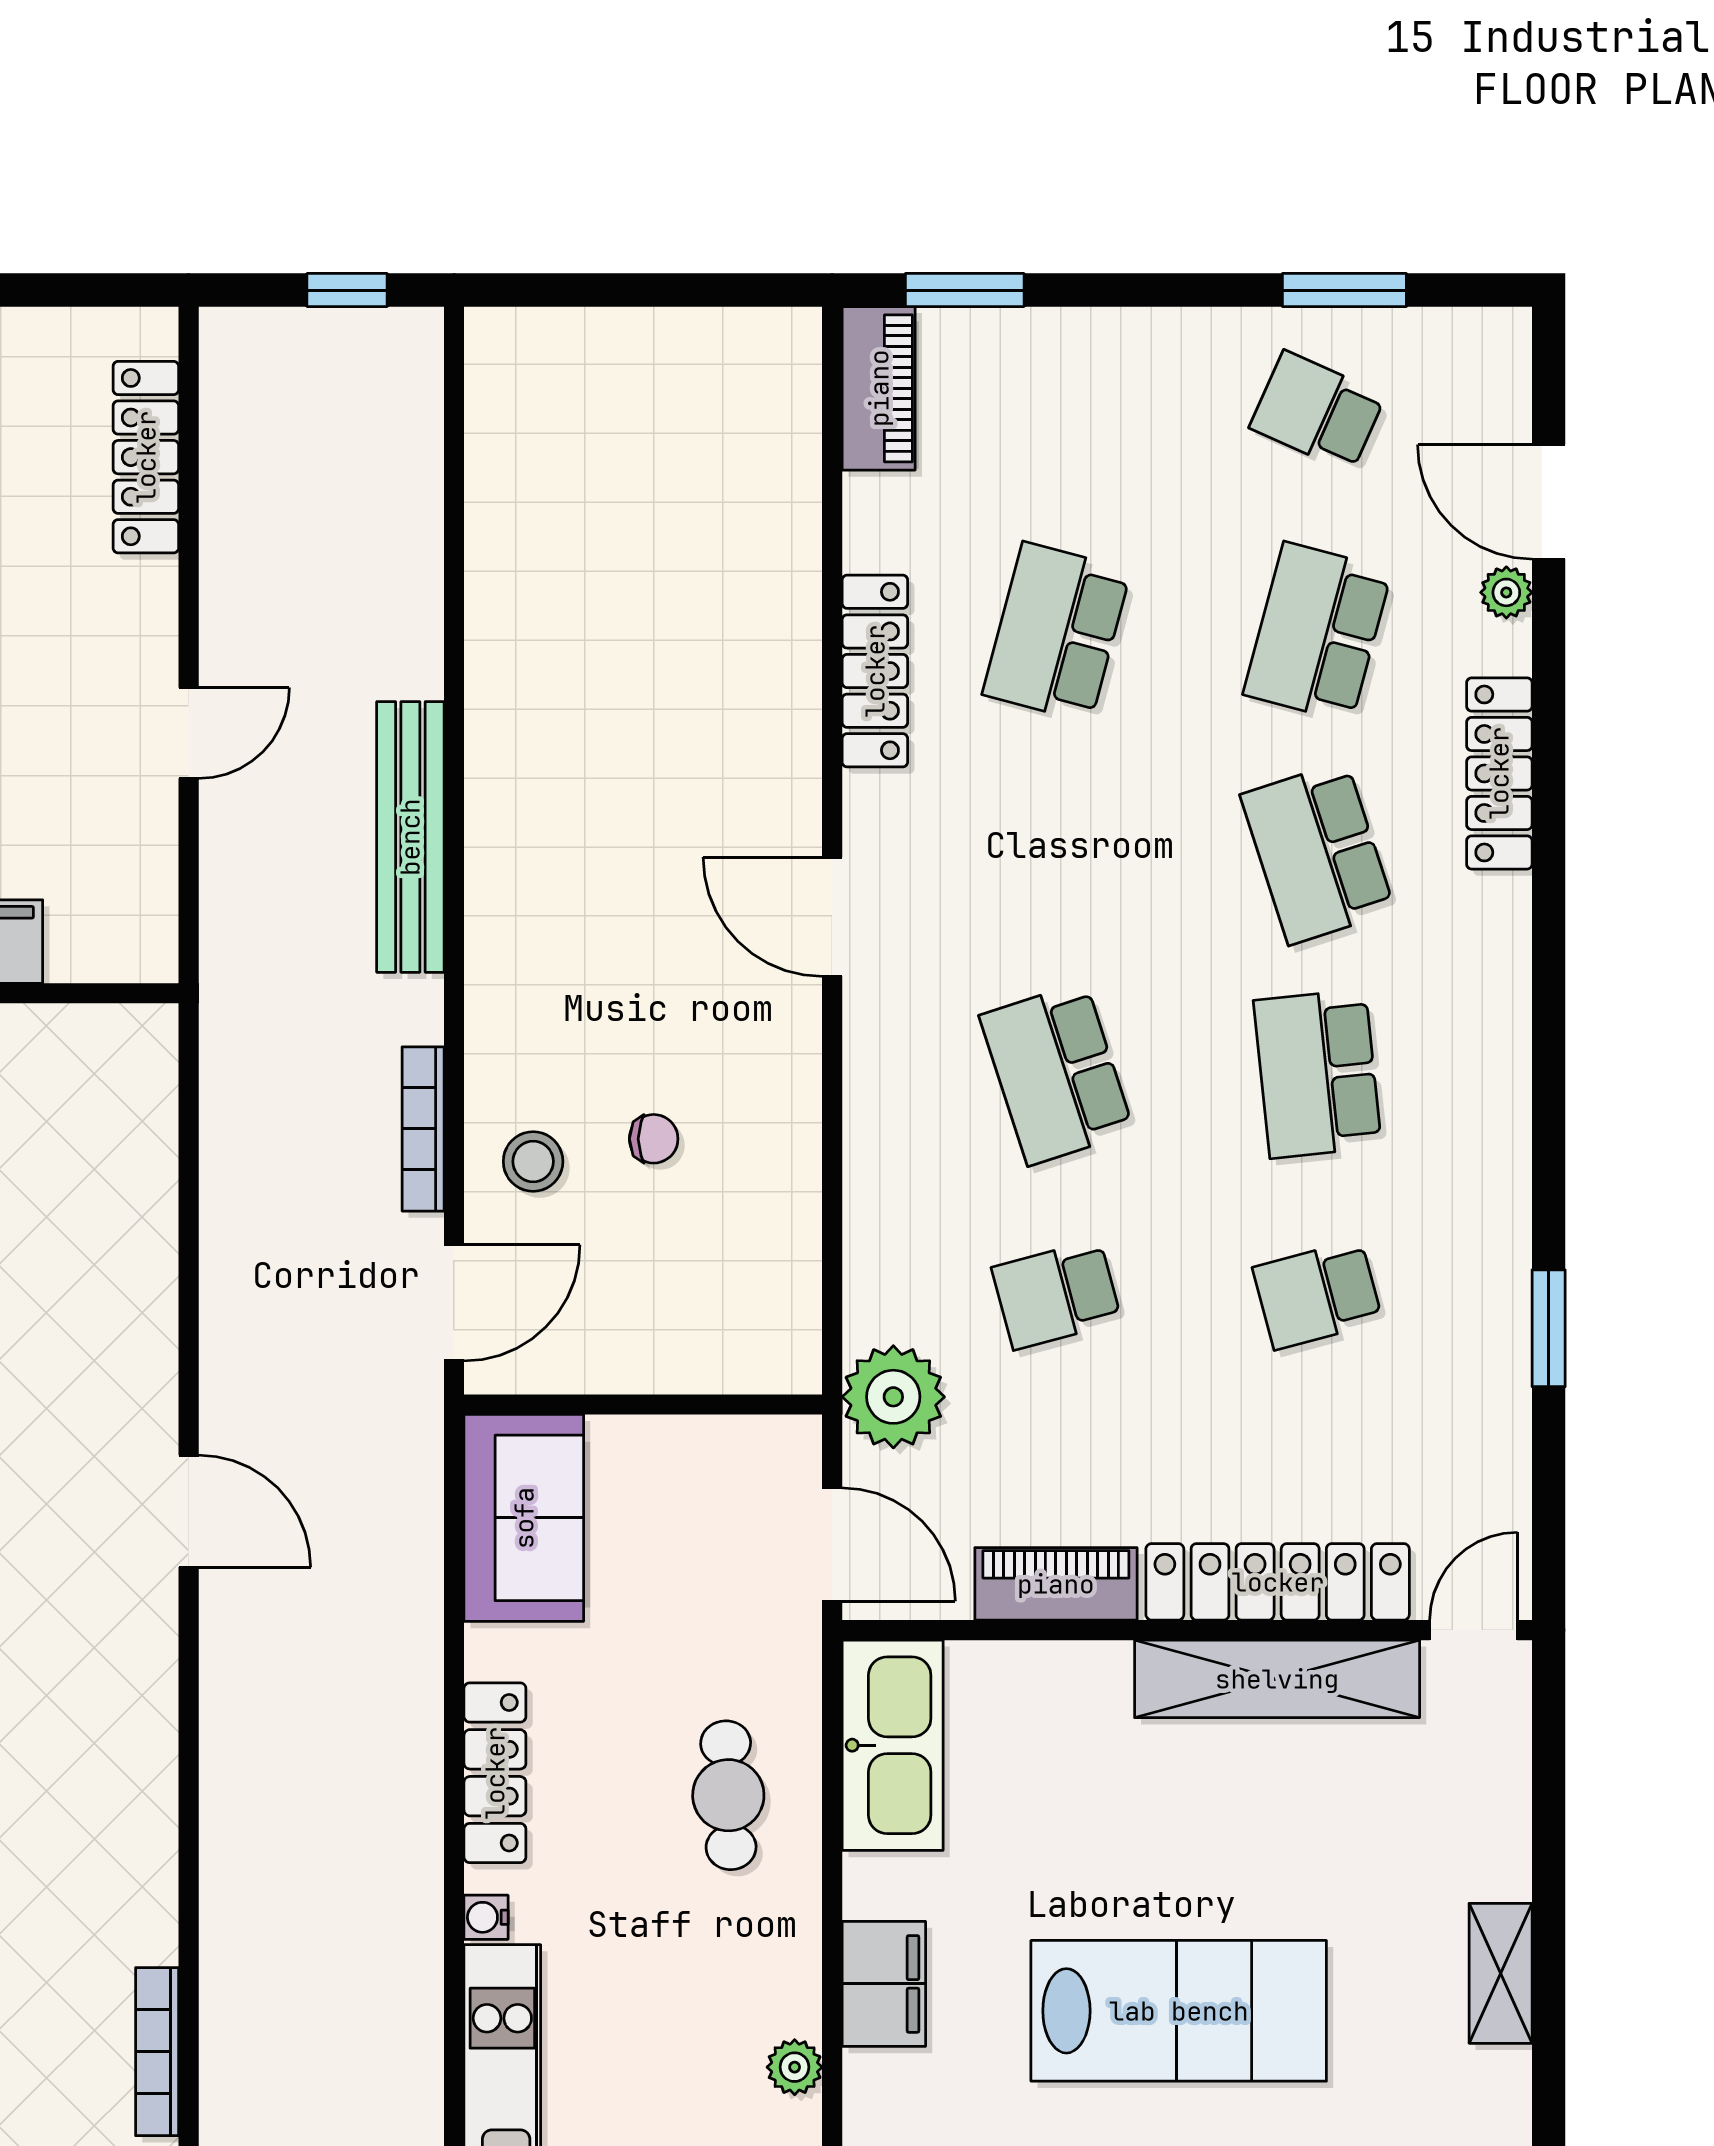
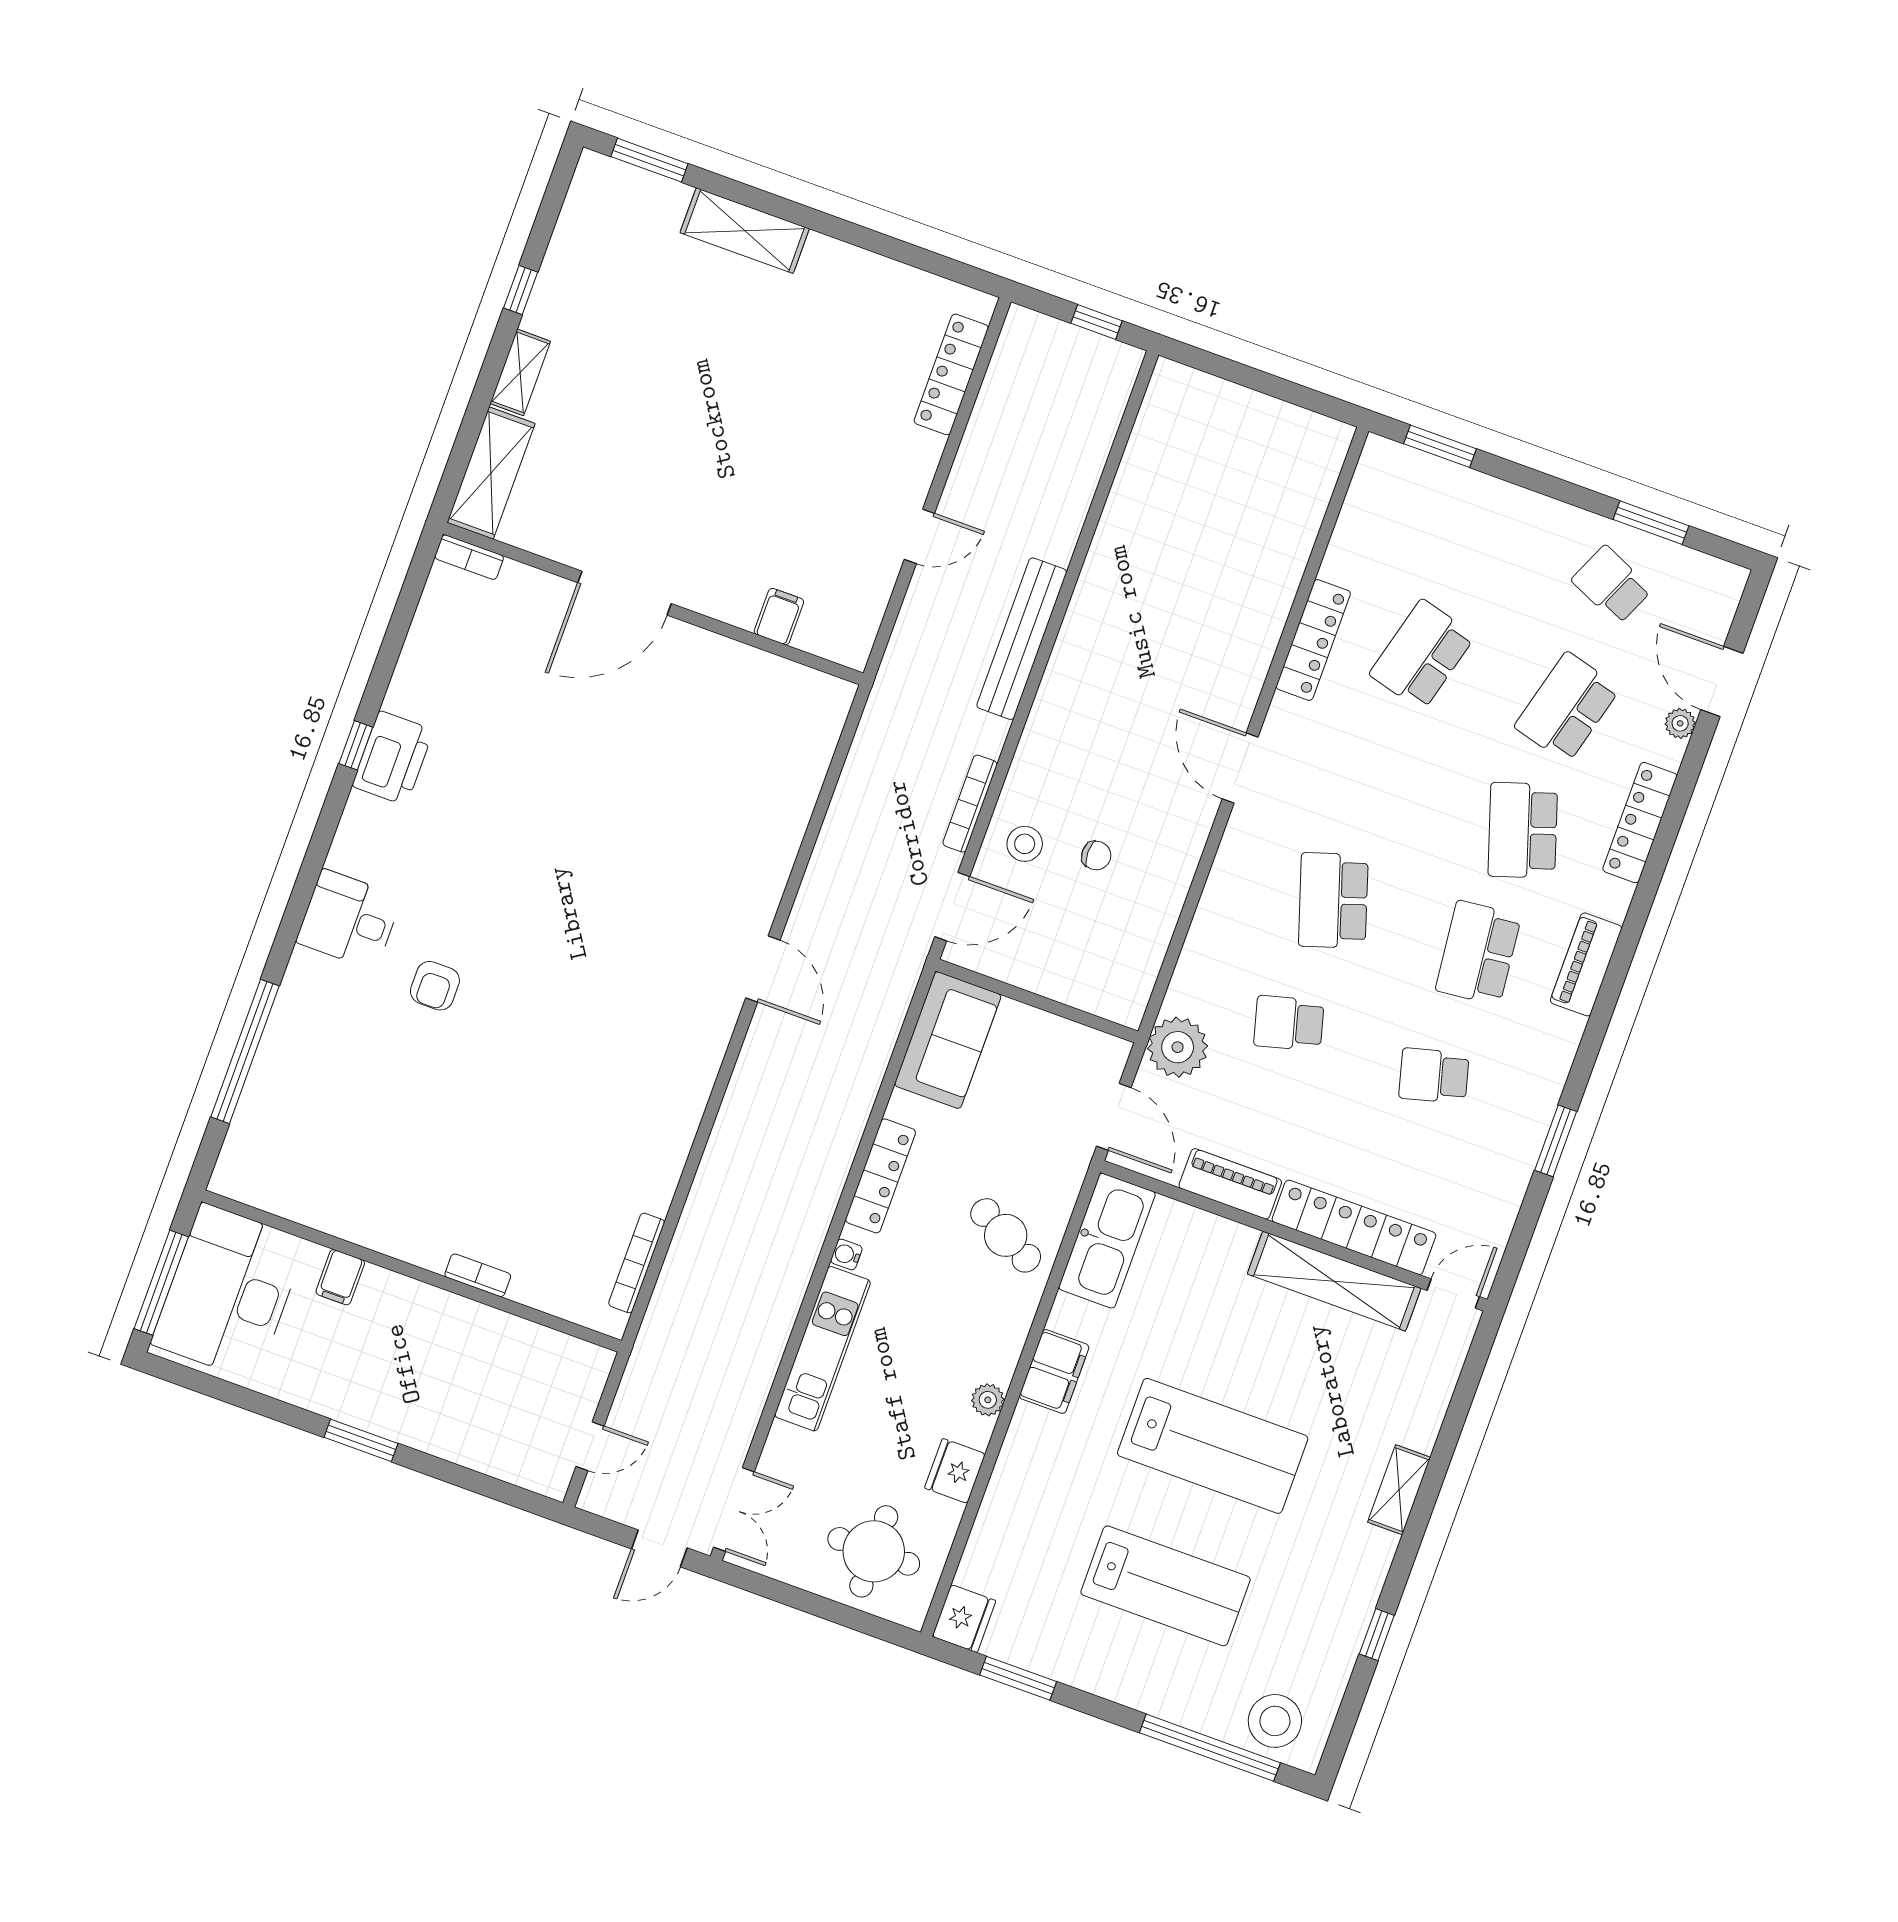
piano: (879, 388) -> (1586, 964), moved, turned 180
cafe table: (728, 1795) -> (1006, 1235), turned -59

